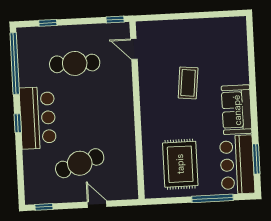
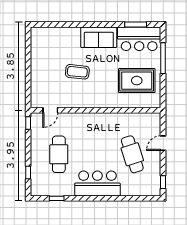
window: (15, 64) -> (57, 198), width x0.32
window: (18, 123) -> (101, 198), removed

